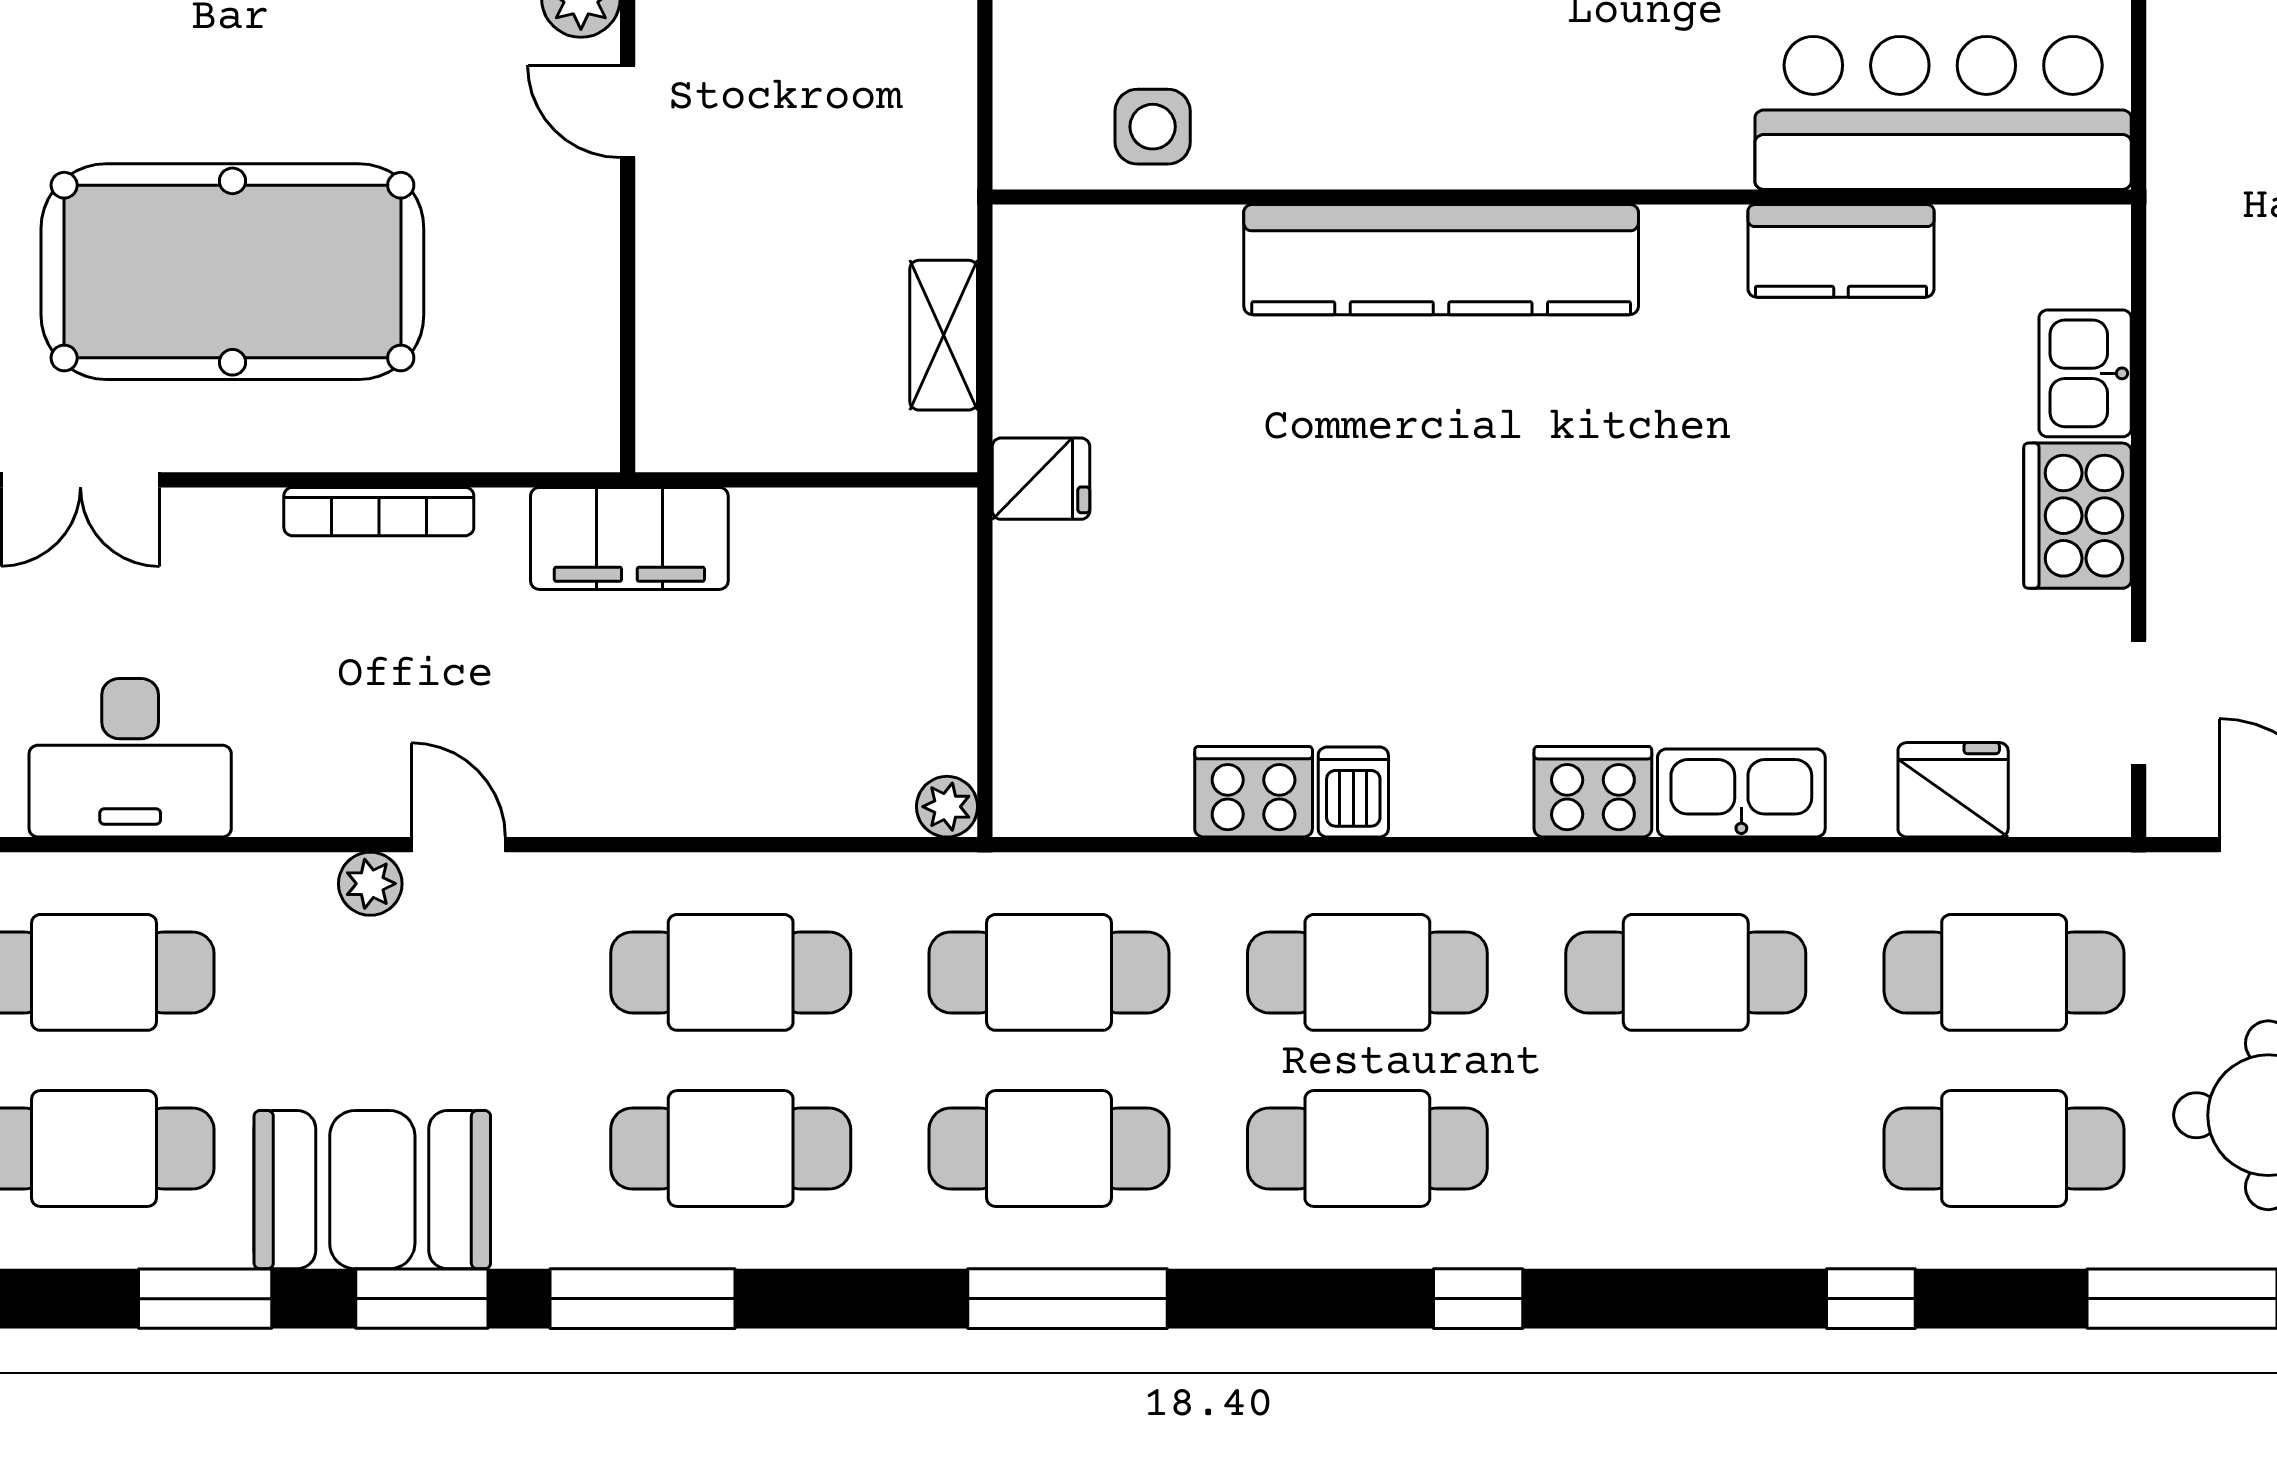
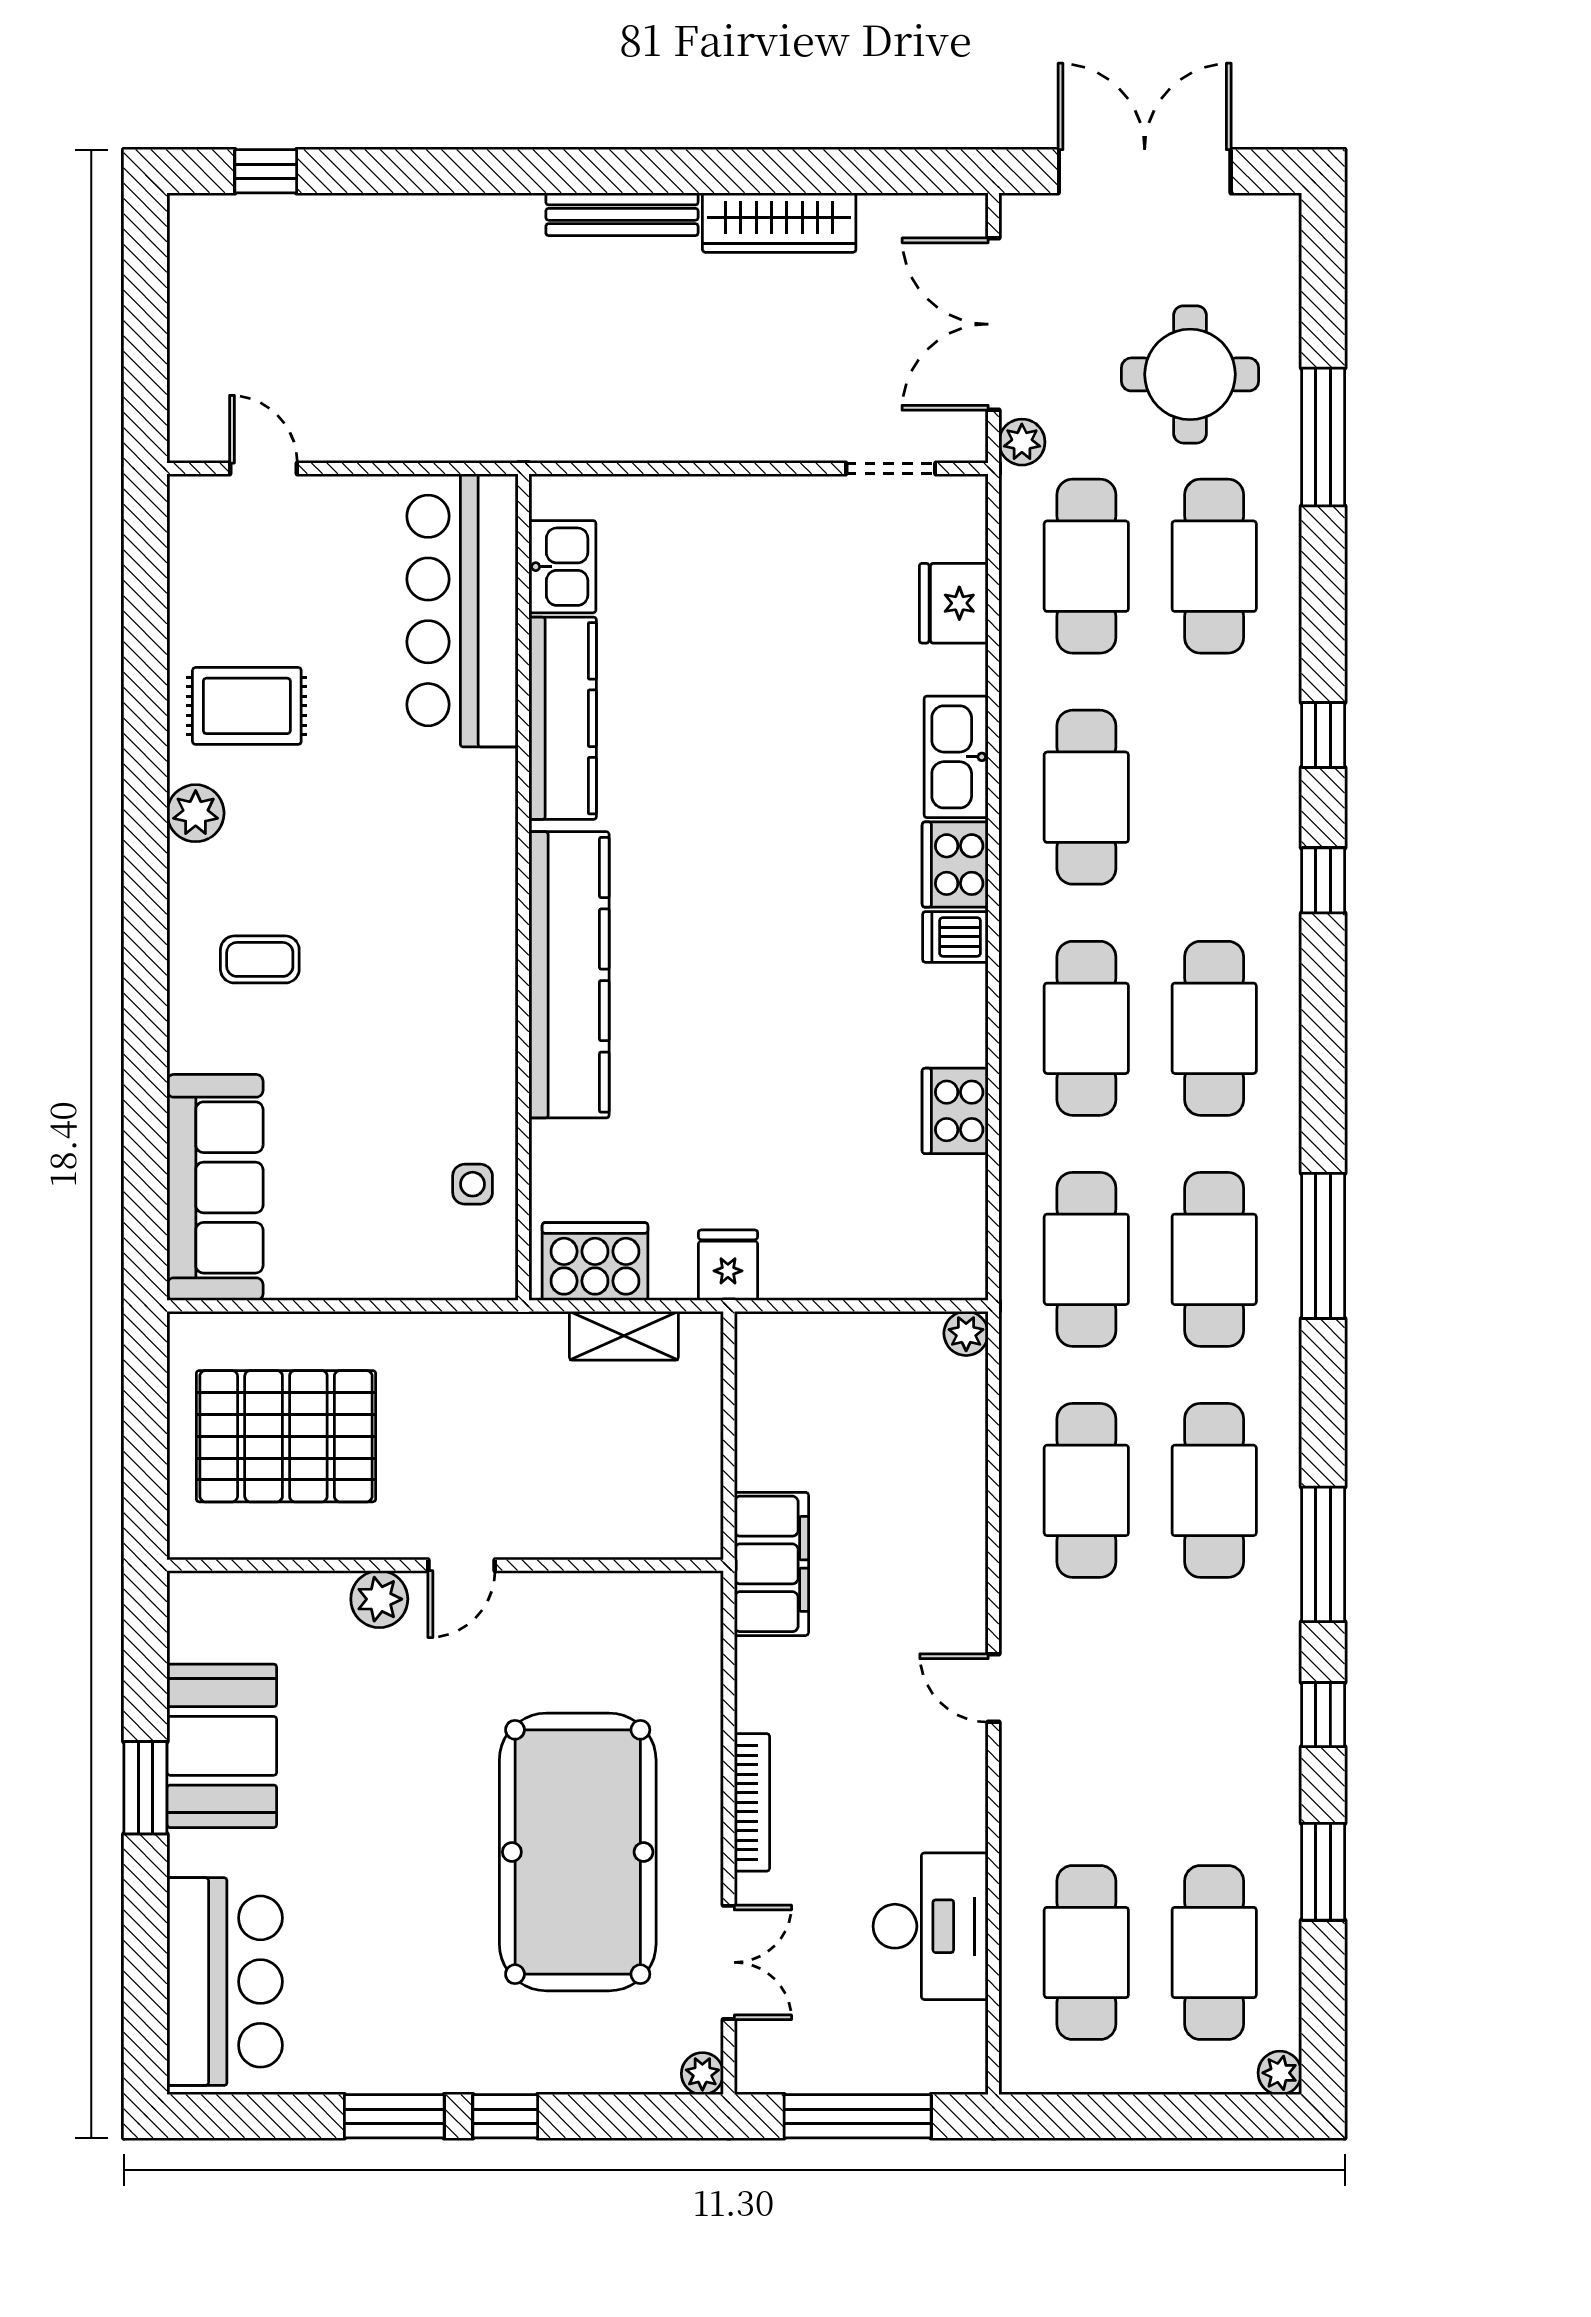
side table: (1153, 127) -> (473, 1184), width x0.73, depth x0.73
kitchen counter: (1841, 251) -> (563, 718), width x1.50
kitchen sink: (2085, 373) -> (562, 567), moved, turned -90
bookcase: (379, 512) -> (752, 1802), moved
cooker: (2078, 516) -> (595, 1262), moved, turned 180
dishwasher: (1353, 792) -> (955, 937), moved
door: (458, 845) -> (994, 1688), hinge flipped
plant: (370, 884) -> (1022, 442), moved
booth: (372, 1190) -> (1244, 1751), removed
window: (422, 1299) -> (1323, 1715), width x0.67
window: (1478, 1299) -> (1323, 880), moved
window: (1871, 1299) -> (1323, 735), moved

